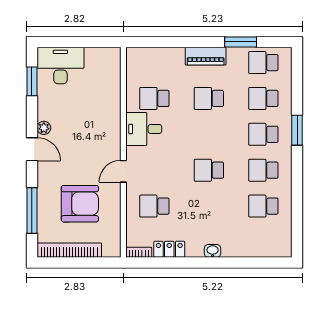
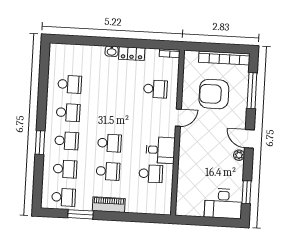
school desk: (209, 170) -> (109, 143), moved
locker: (169, 249) -> (132, 54), moved

